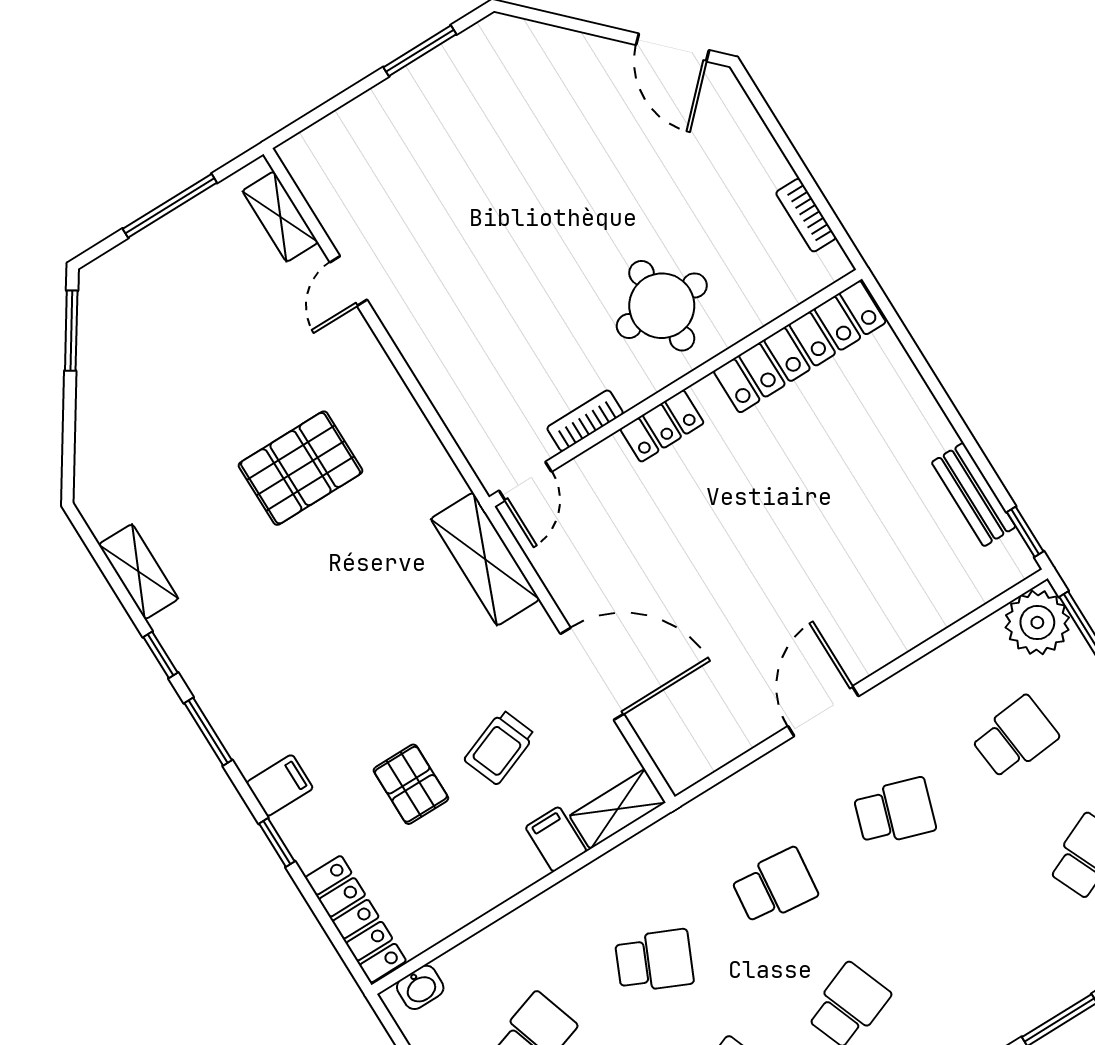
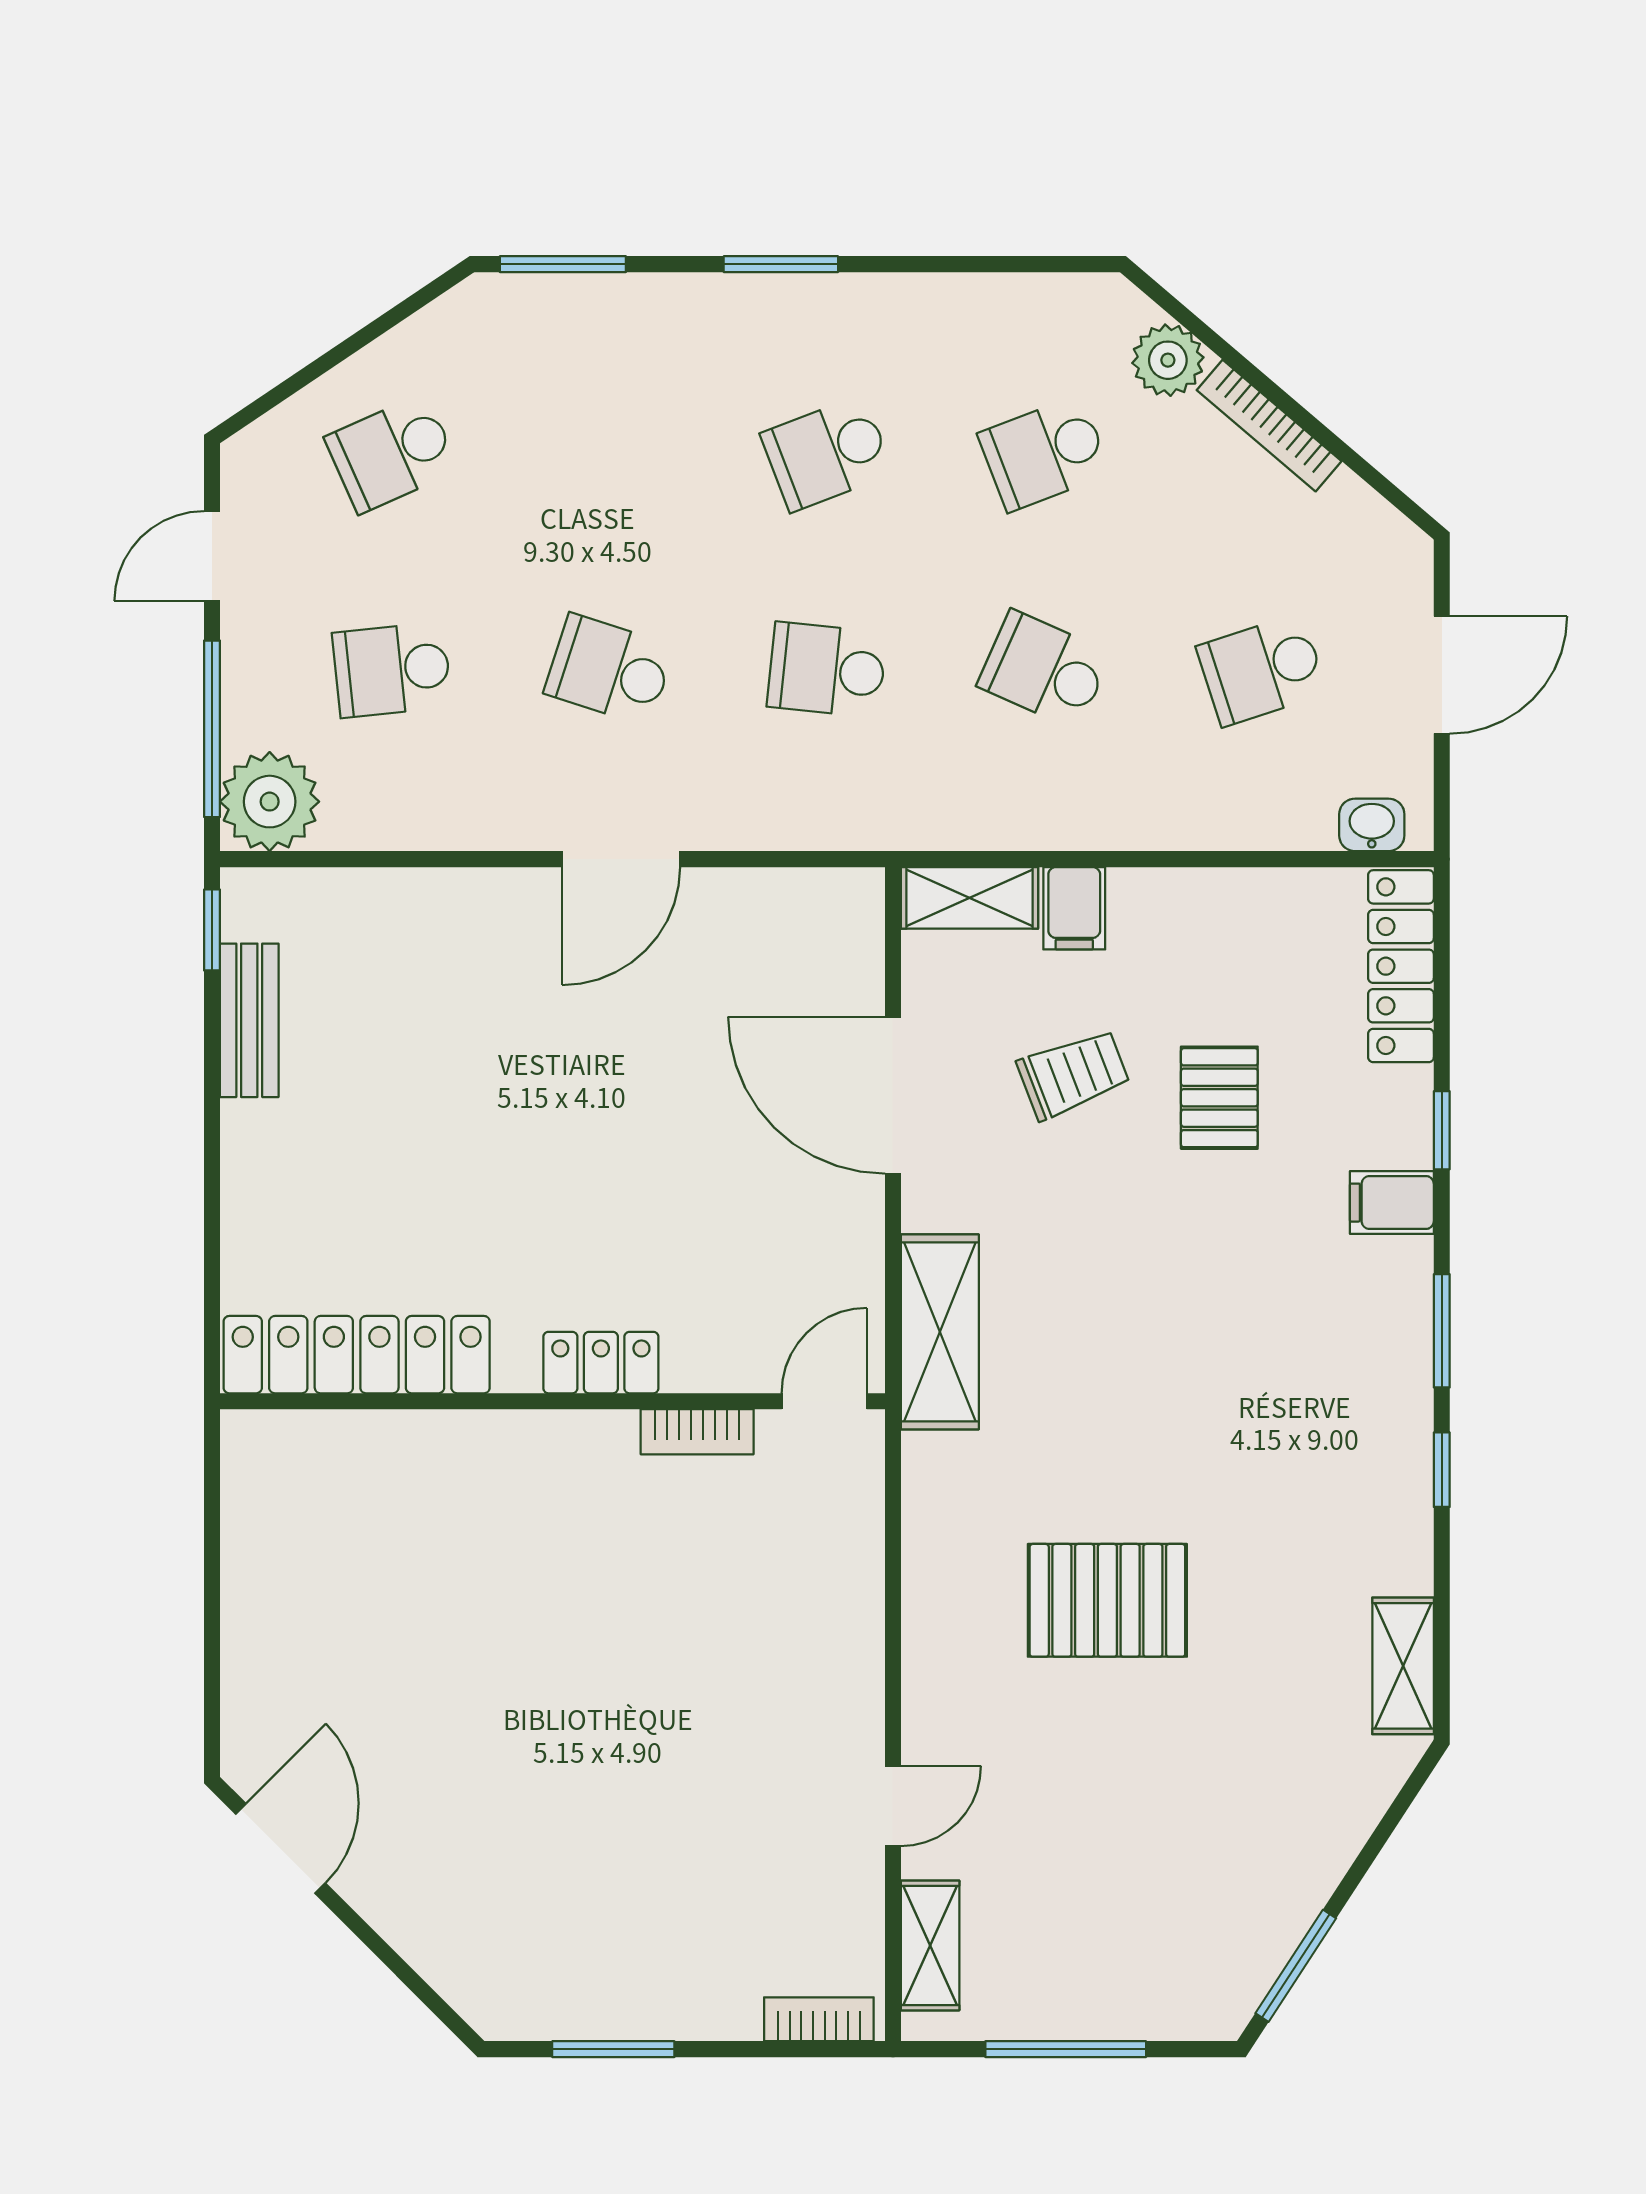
bookcase: (806, 215) -> (819, 2019), moved, turned -90
round table: (662, 306) -> (504, 1520), removed
shelving: (139, 572) -> (1403, 1666), moved

